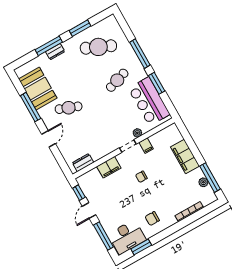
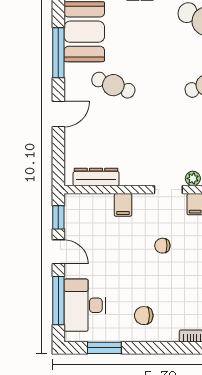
dresser: (83, 163) -> (96, 177), width x1.44
filing cabinet: (109, 167) -> (123, 205), width x0.50
door: (89, 211) -> (58, 252), swing flipped
desk: (127, 237) -> (85, 305), moved, turned 90

